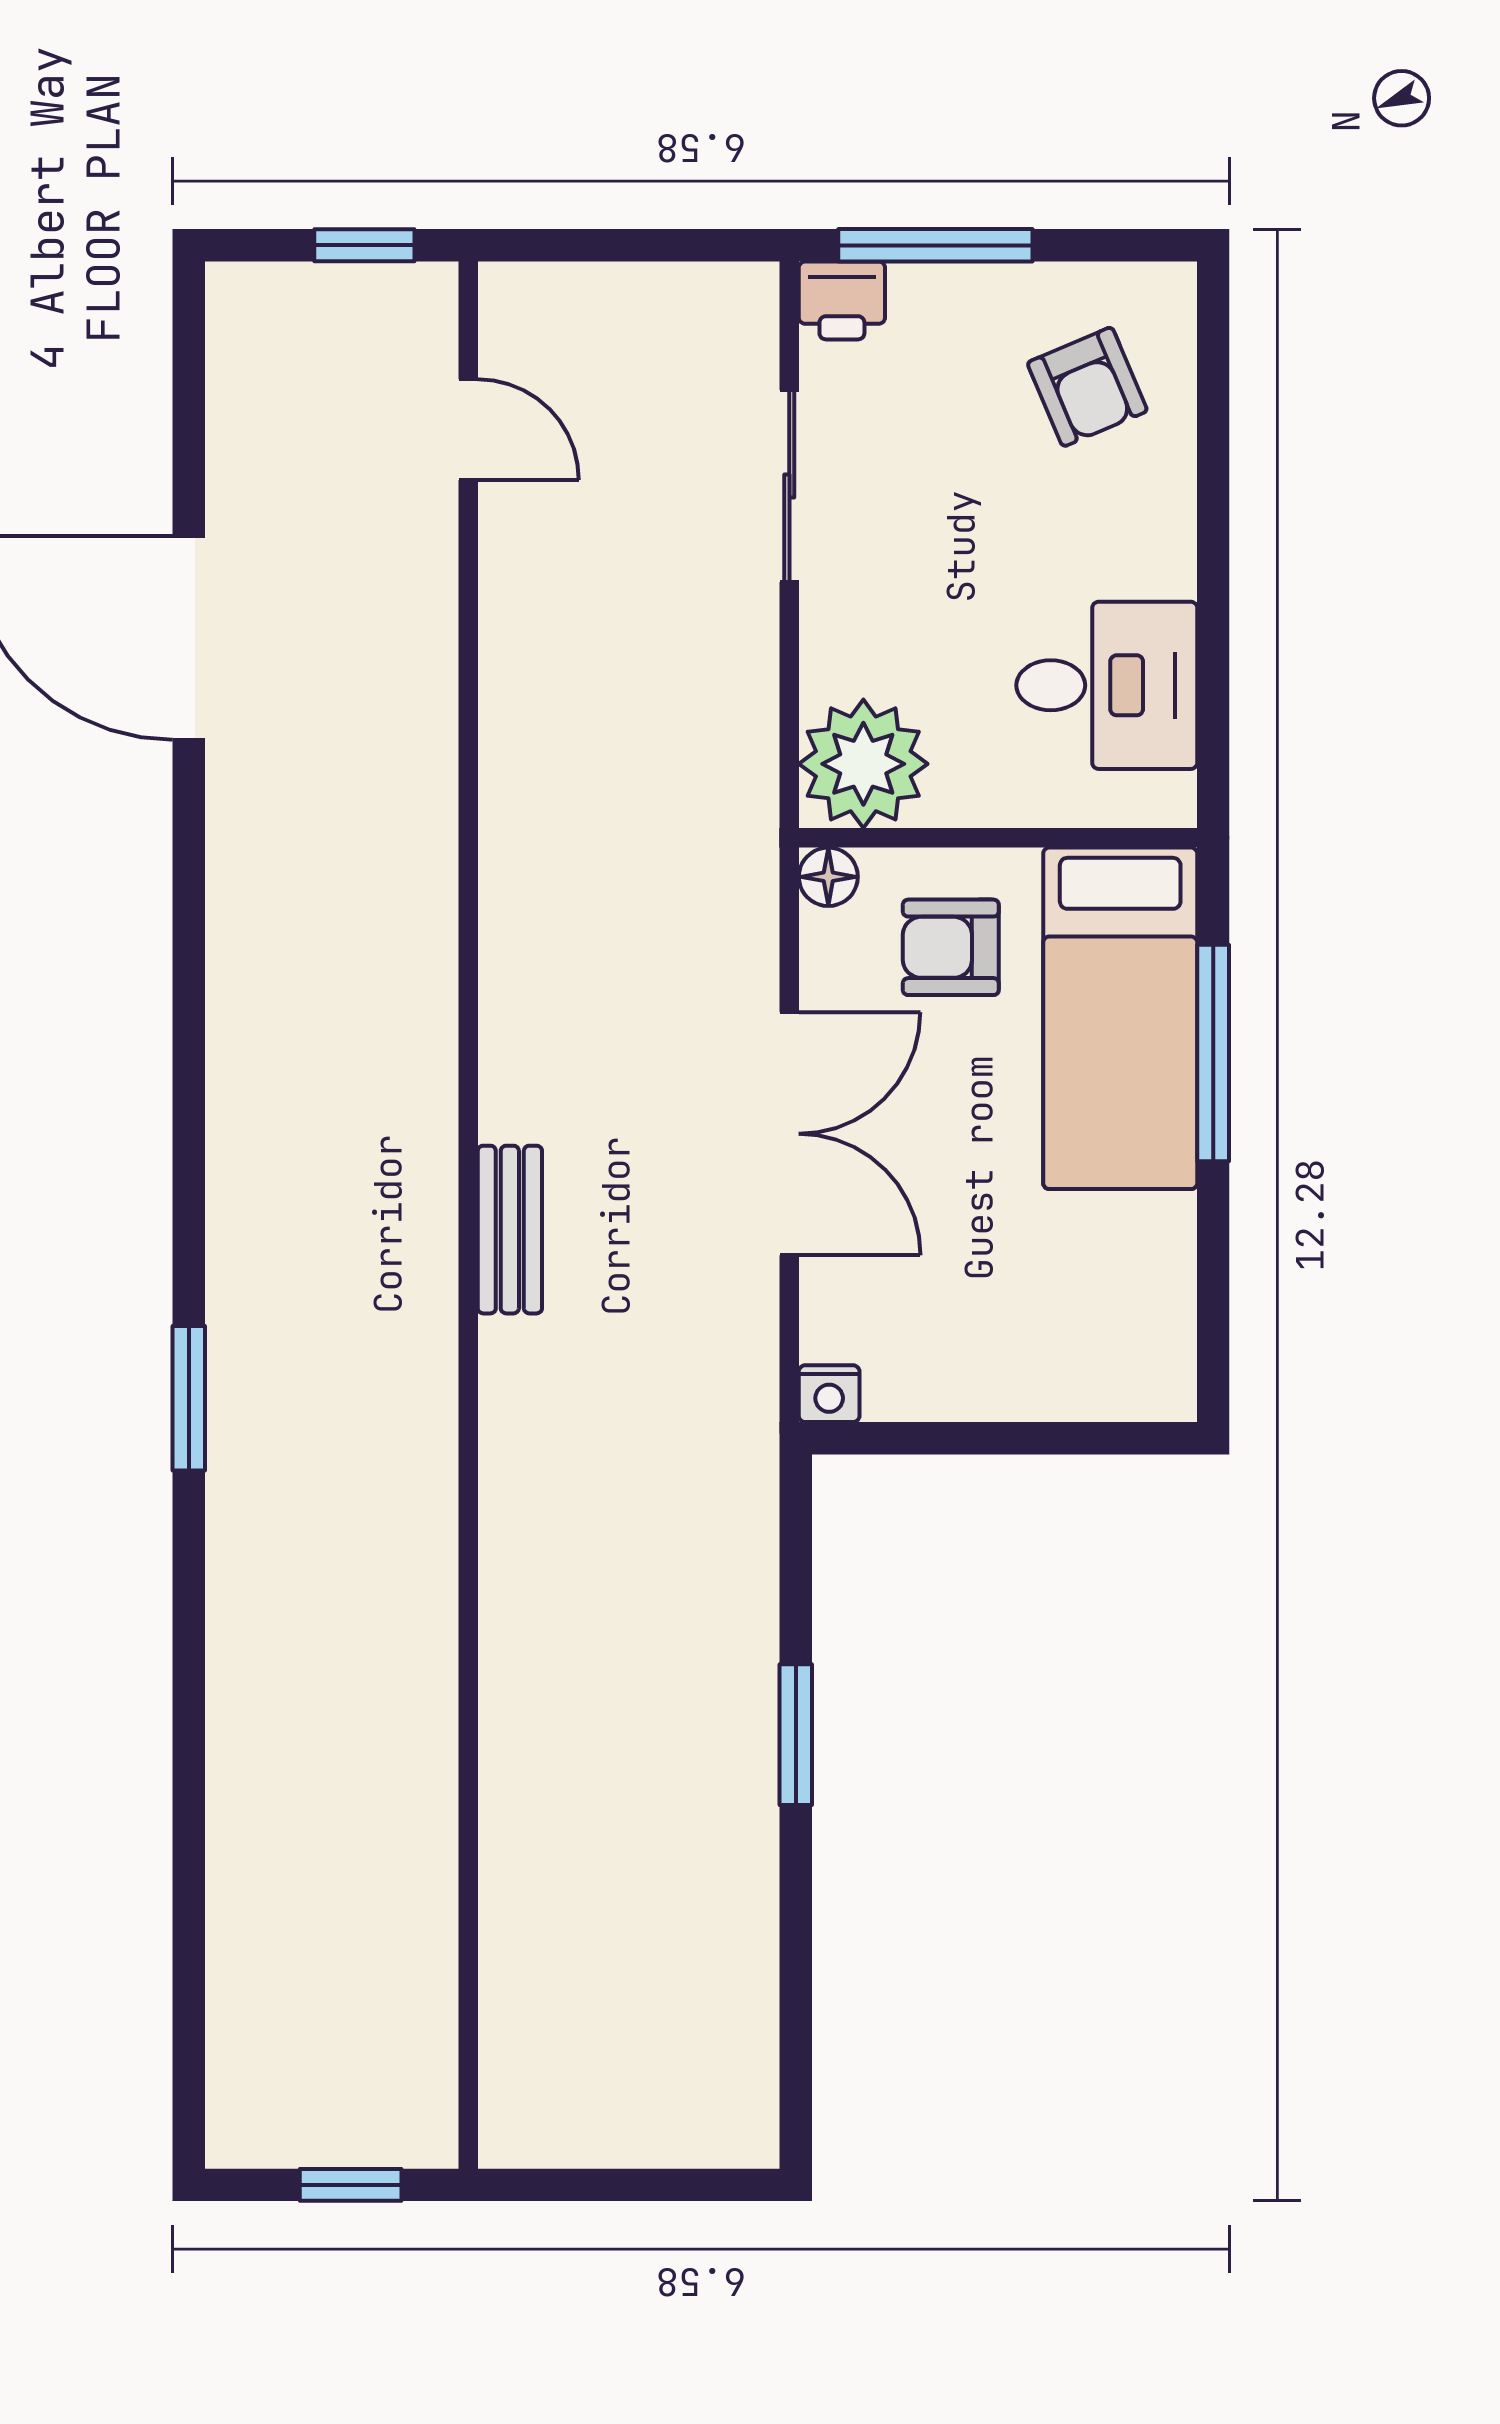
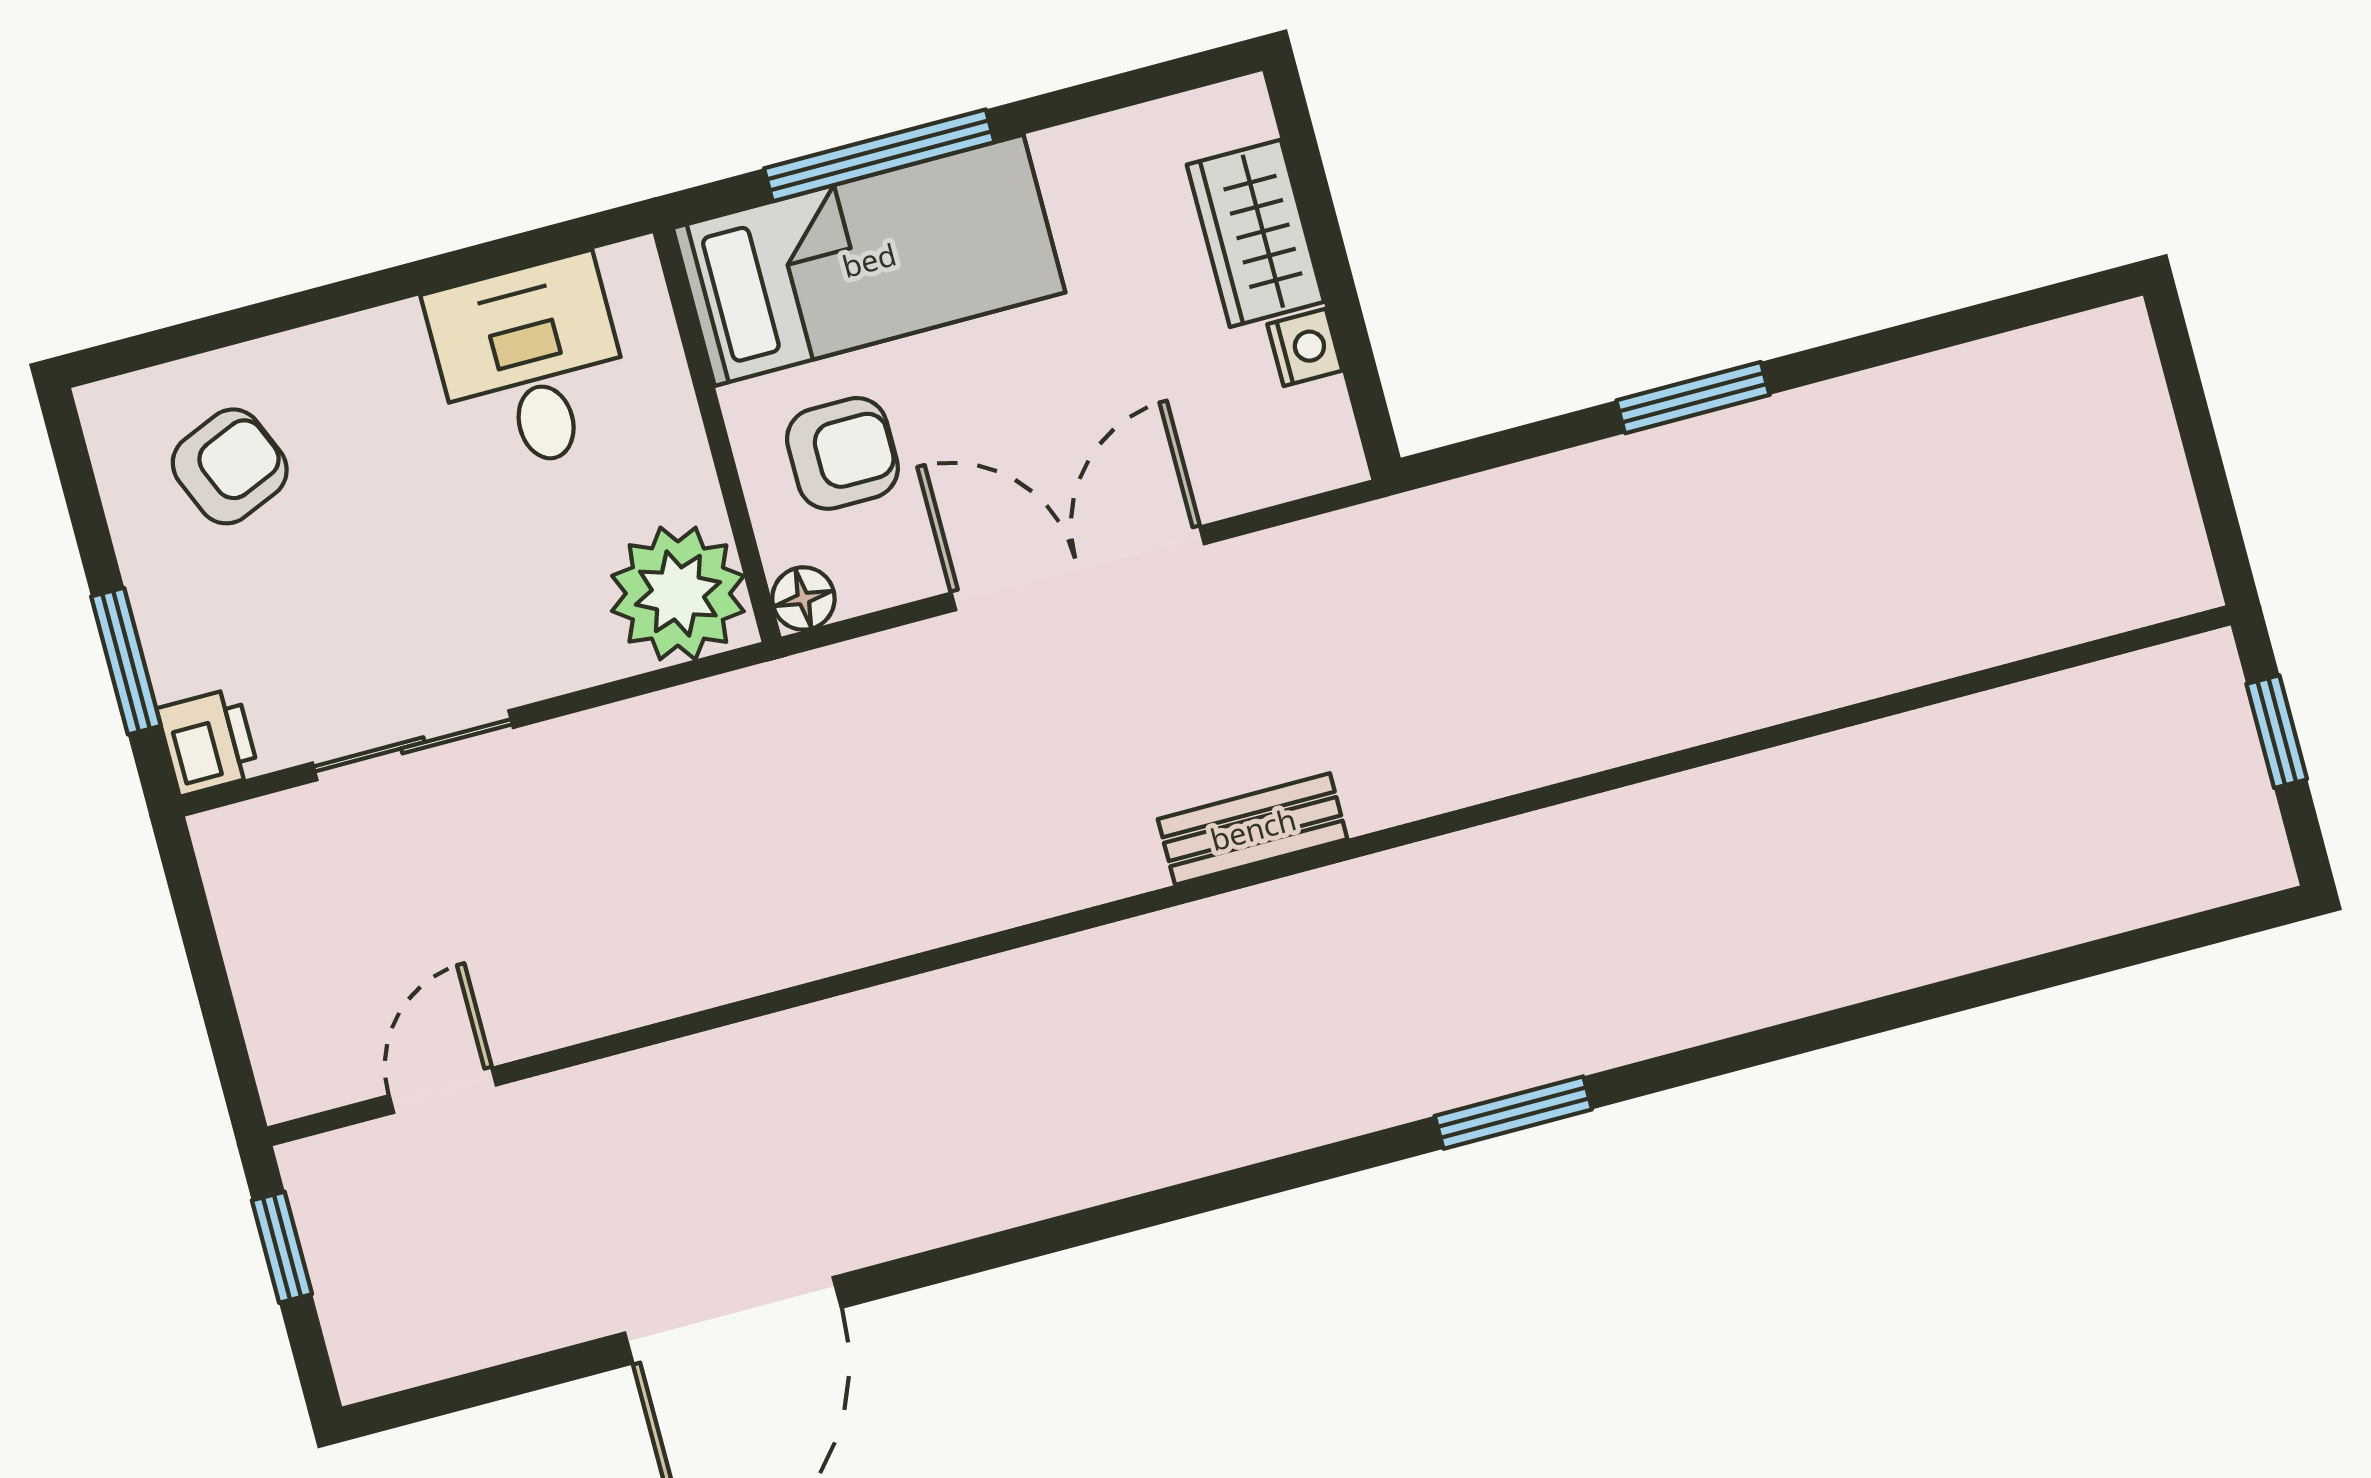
window: (935, 245) -> (126, 661), width x0.69
armchair: (951, 947) -> (842, 453), turned -90
wardrobe: (1051, 1376) -> (1255, 233), added
nightstand: (829, 1394) -> (1305, 347), moved

